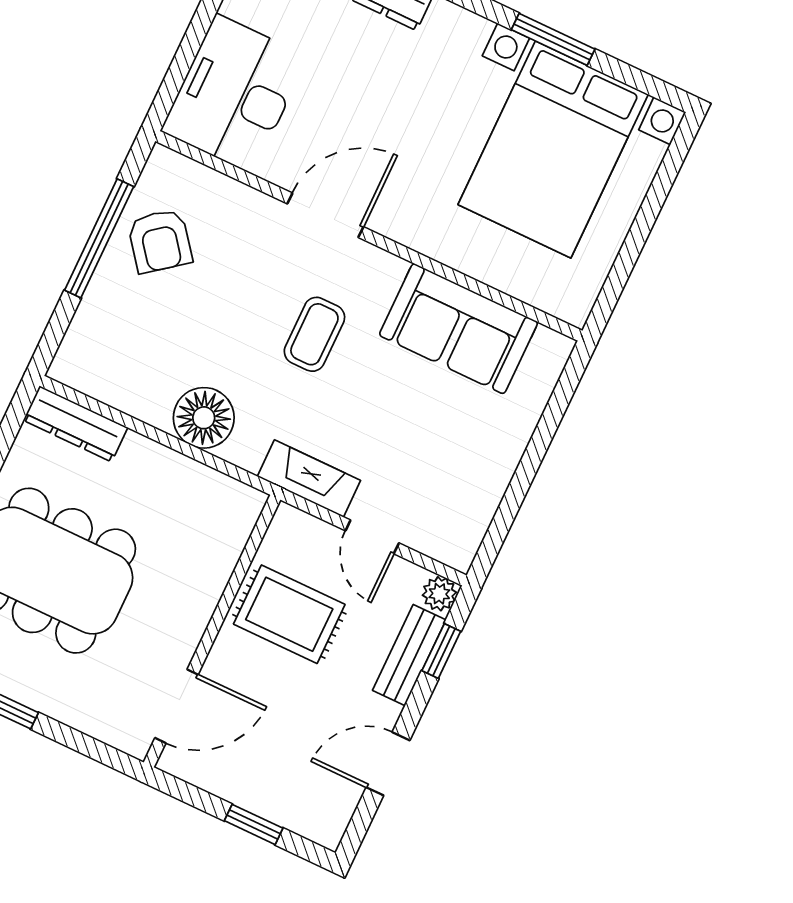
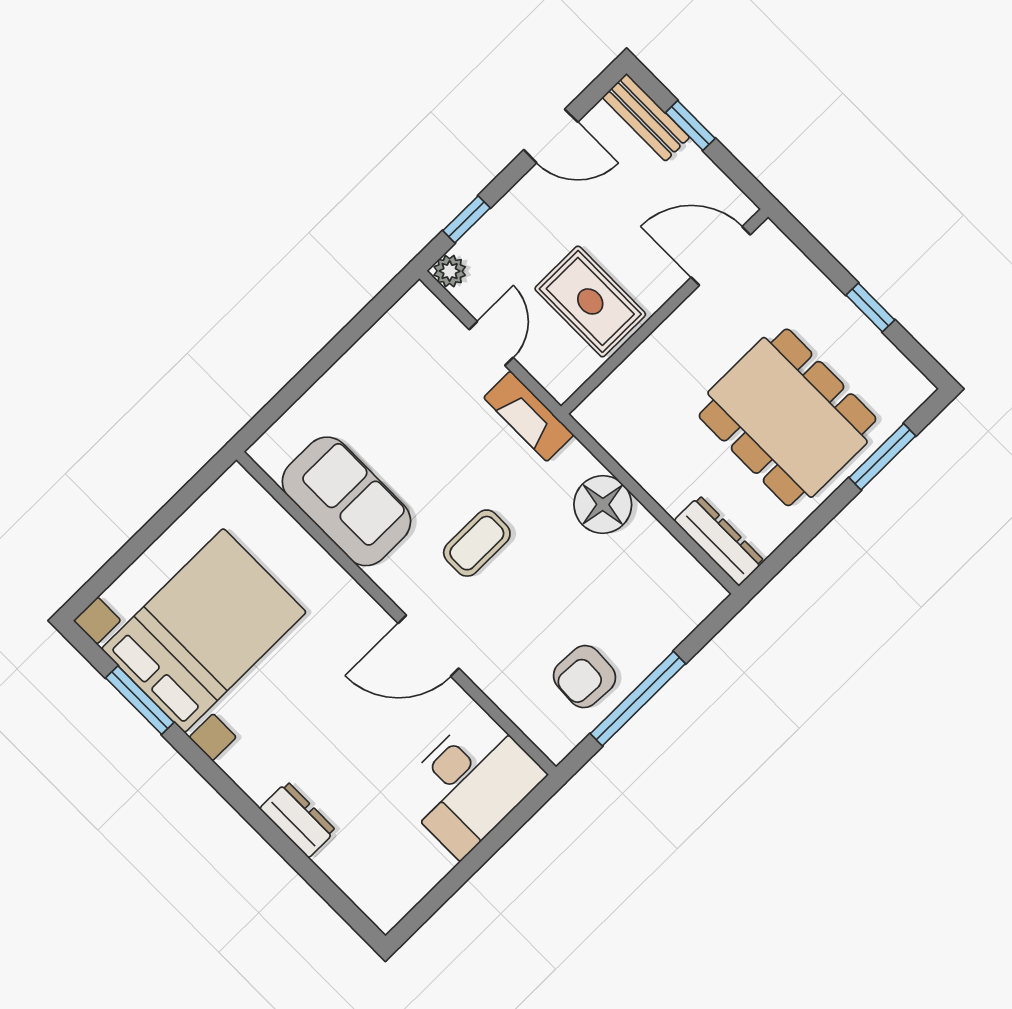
window: (553, 39) -> (140, 700), moved
armchair: (160, 241) -> (584, 677), turned -139
bench: (409, 655) -> (646, 117), moved, turned 90

